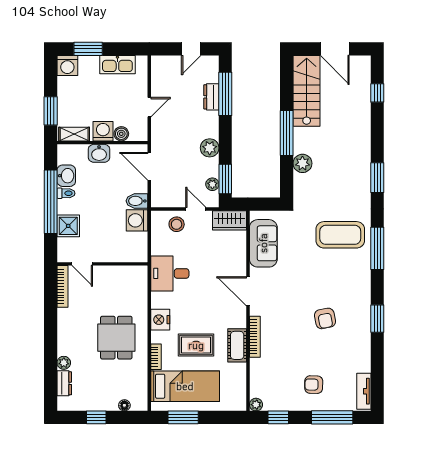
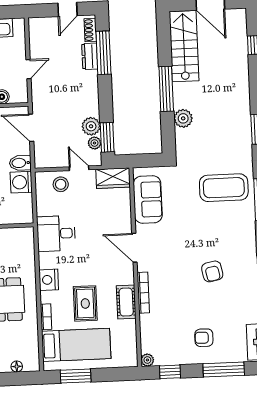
shoe rack: (213, 71) -> (90, 30), added
plant: (210, 148) -> (91, 126), moved
rug: (196, 345) -> (85, 303), turned 90

